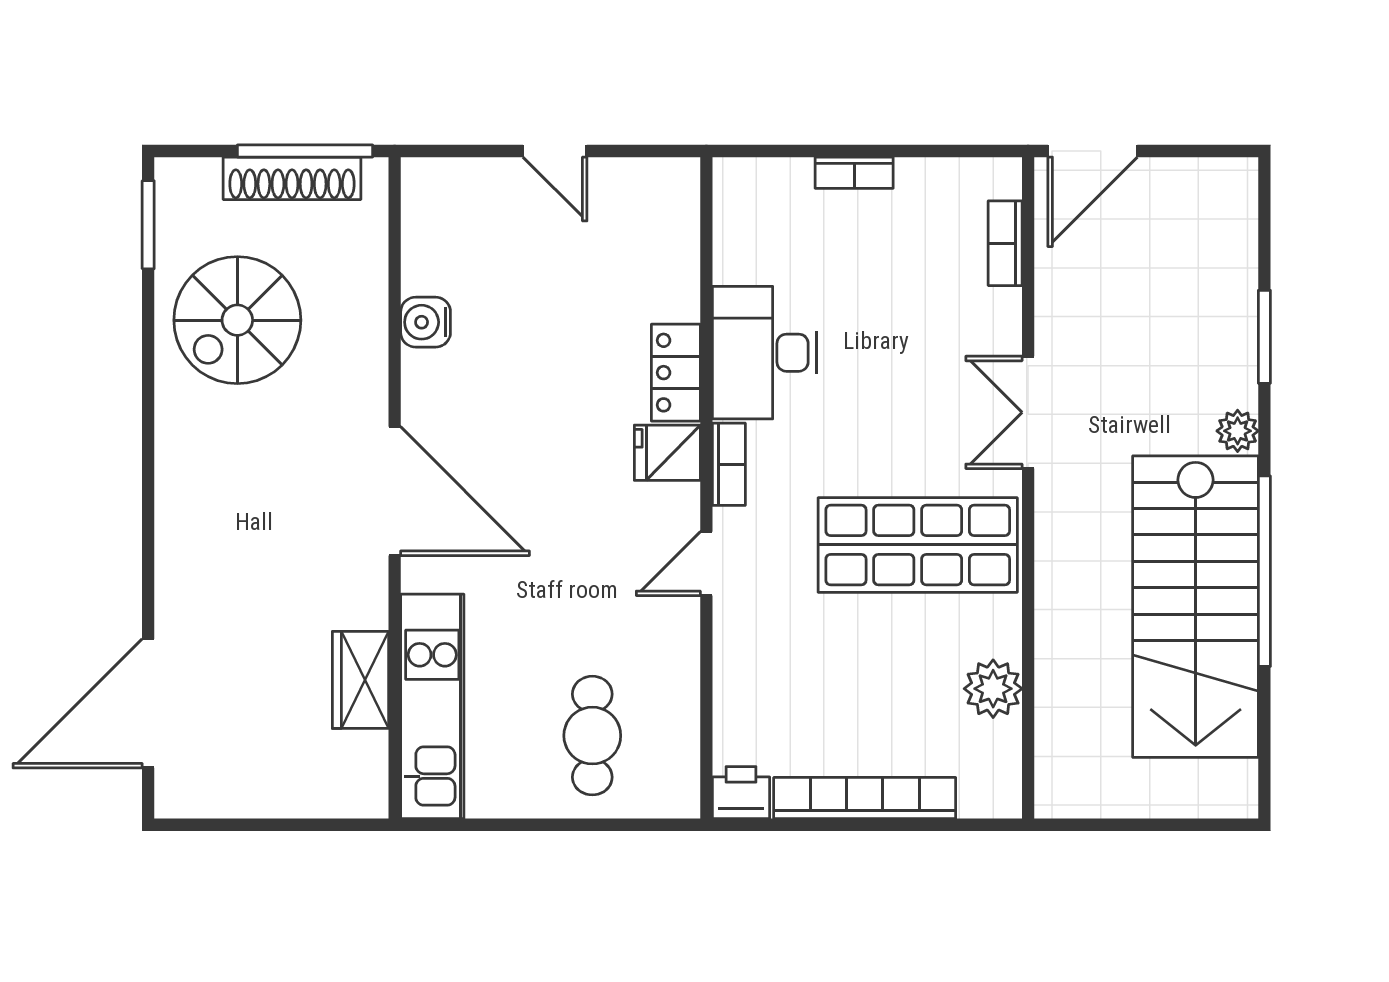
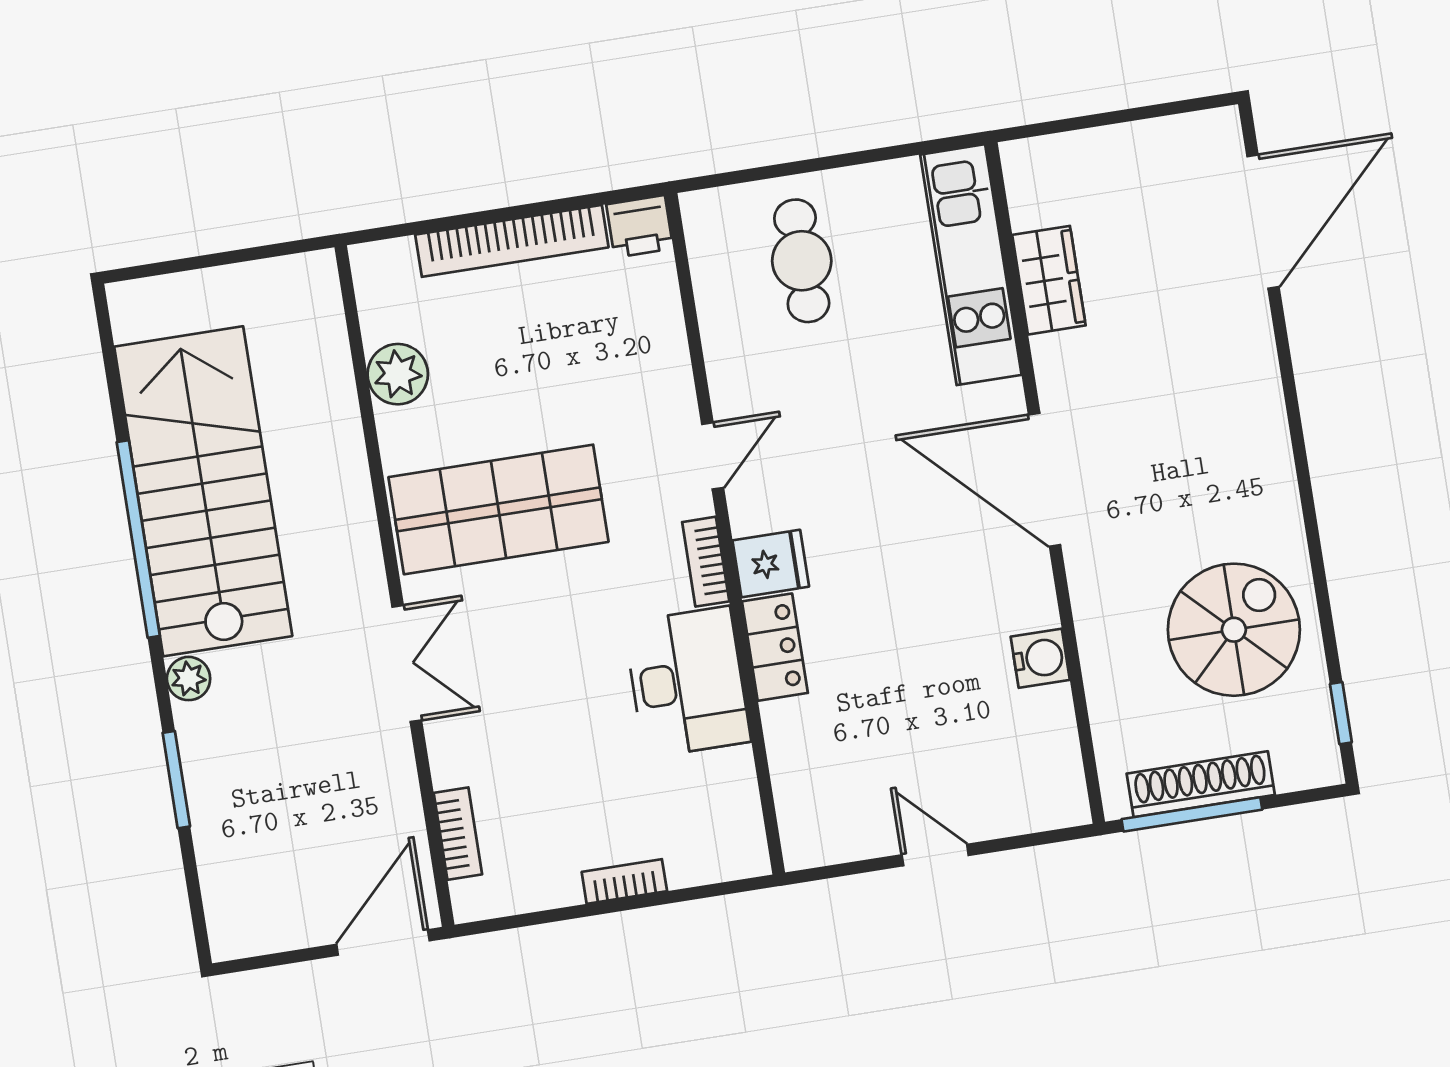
window: (148, 225) -> (1341, 713), width x0.67

